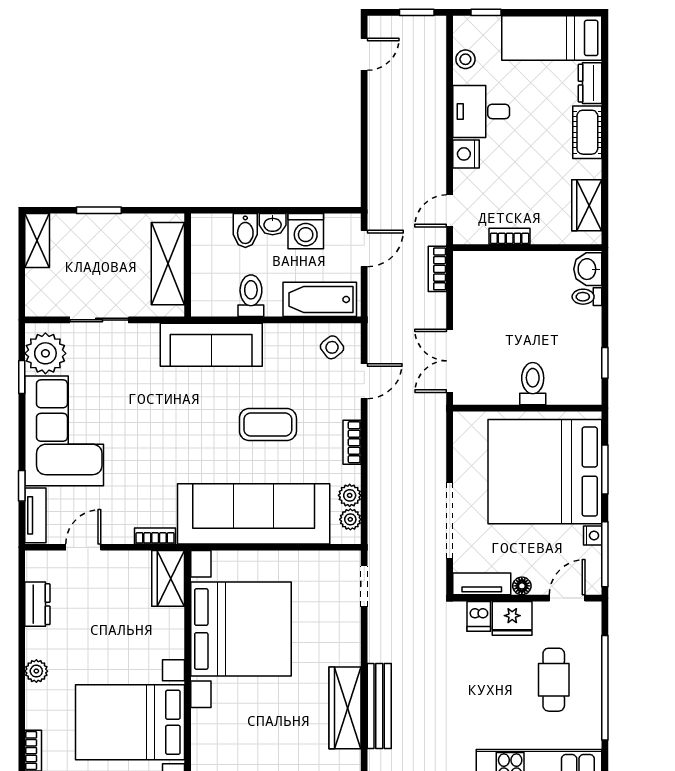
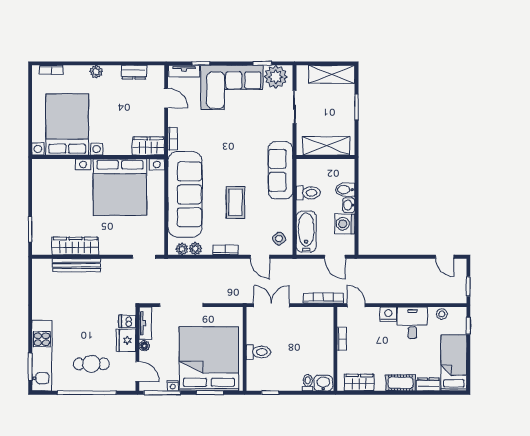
shelving: (37, 241) -> (332, 74), width x1.50, depth x1.33
bookcase: (437, 269) -> (323, 298), width x1.56

